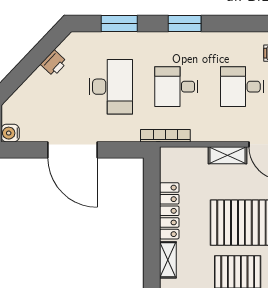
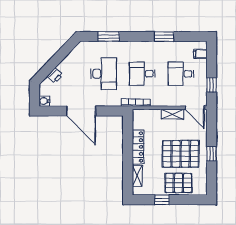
window: (185, 23) -> (164, 36), moved
printer: (54, 63) -> (55, 76), moved

